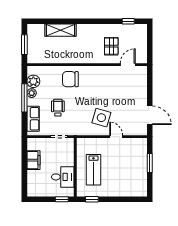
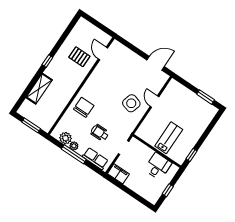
window: (128, 21) -> (47, 61), moved
chair: (70, 79) -> (84, 107), turned 180
door: (116, 137) -> (154, 102), hinge flipped
filing cabinet: (33, 160) -> (118, 174), moved
window: (150, 163) -> (206, 97), moved
lab bench: (93, 170) -> (169, 138), turned -90
window: (62, 199) -> (168, 190), moved

